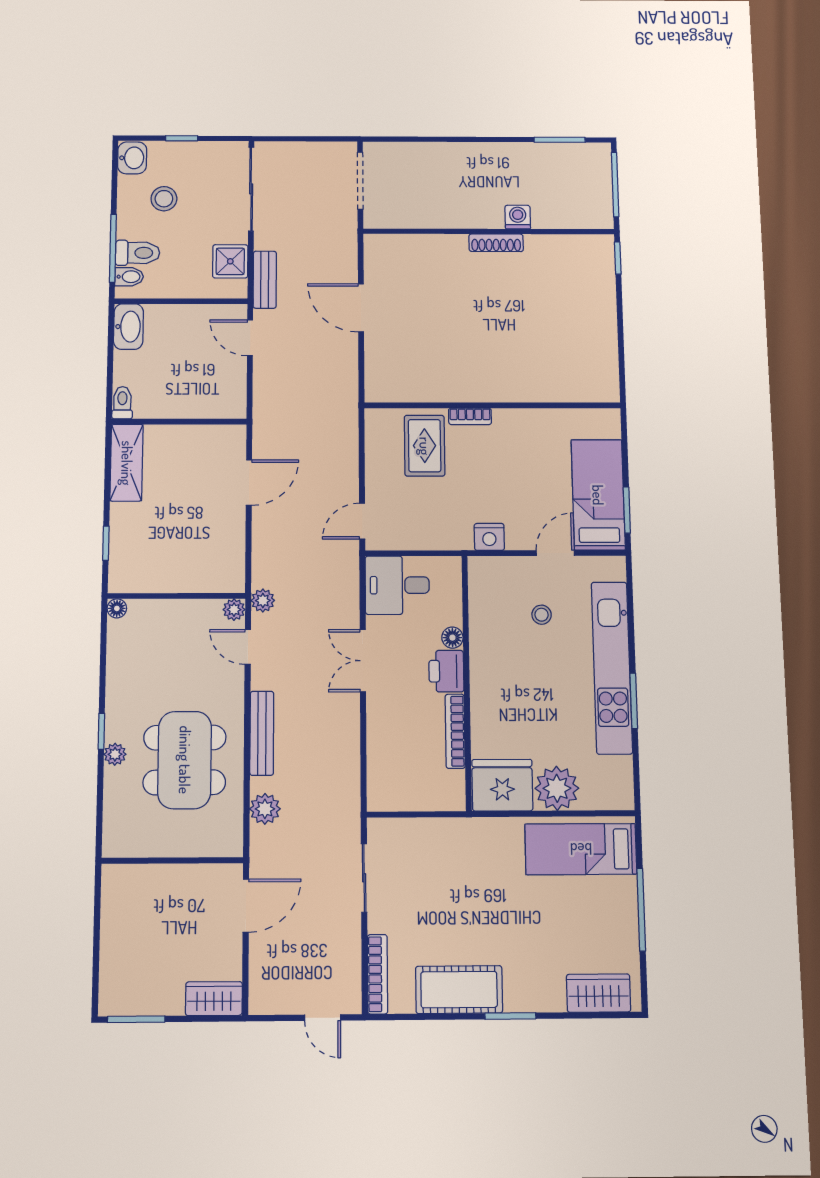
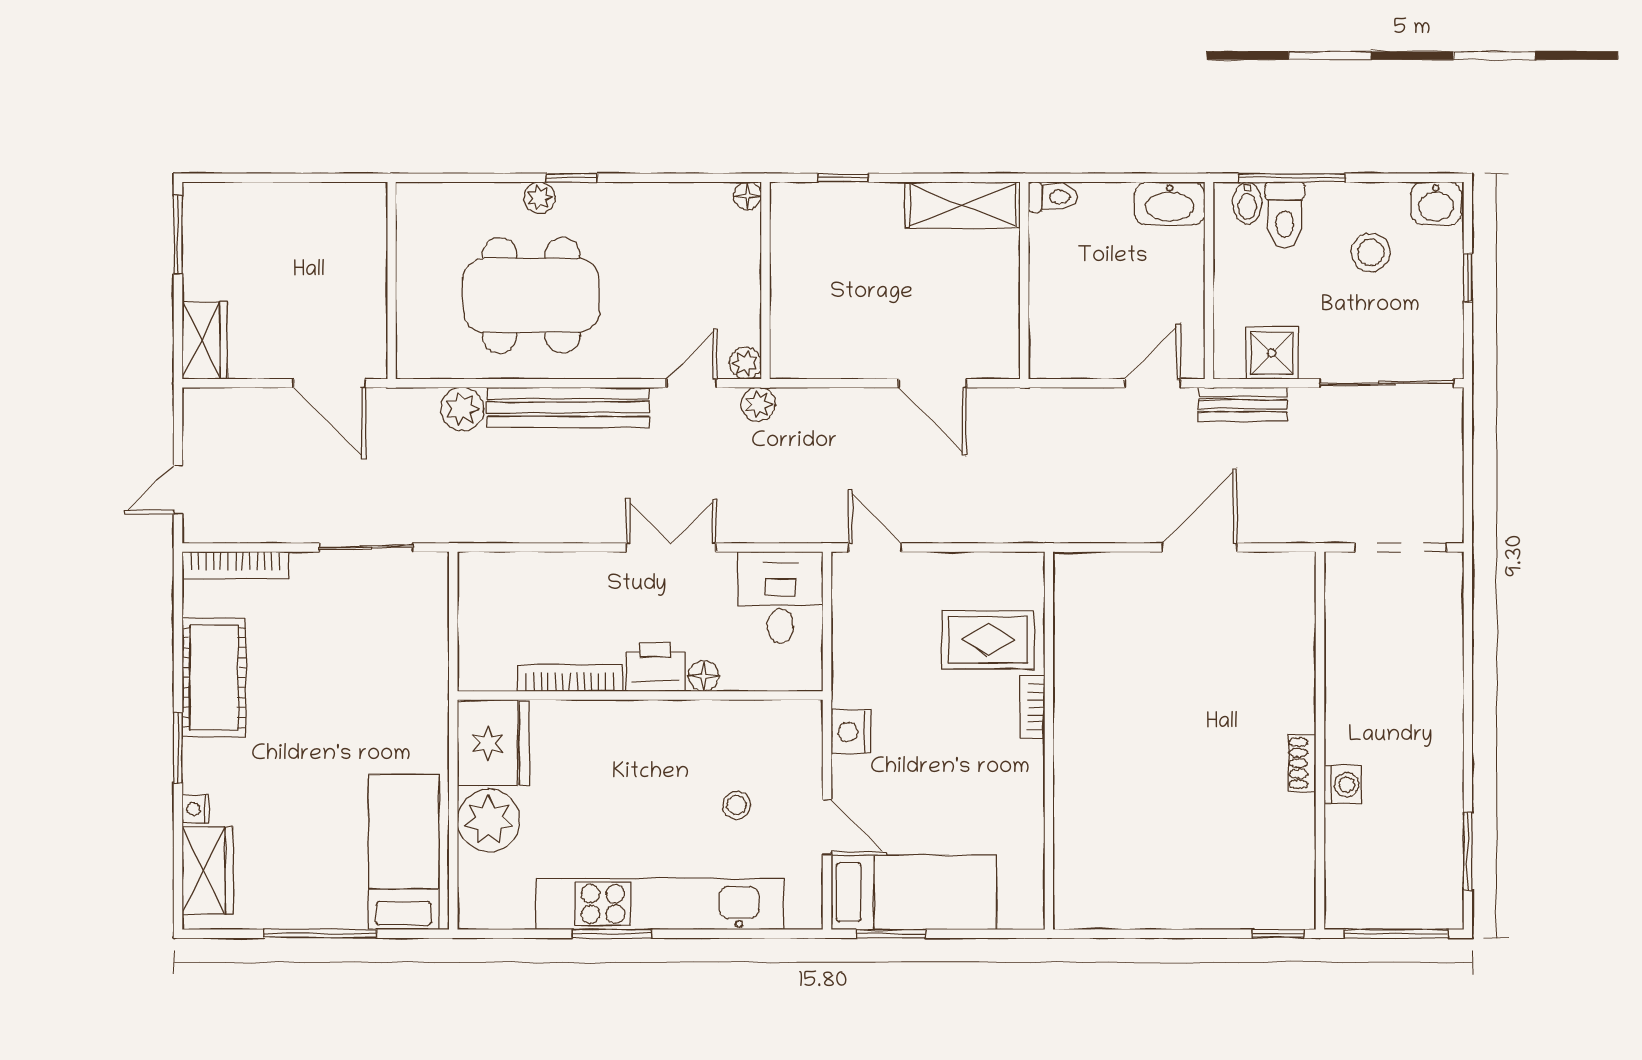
shoe rack: (496, 243) -> (1302, 763), width x0.70
bench: (262, 733) -> (568, 408), width x1.37, depth x1.21
nightstand: (554, 1002) -> (196, 809), added

